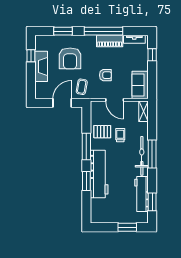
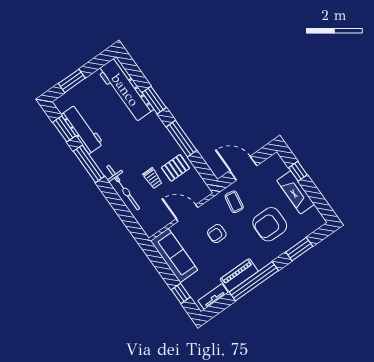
window: (31, 56) -> (298, 171), moved
armchair: (70, 58) -> (270, 224), turned -90
sofa: (140, 85) -> (174, 256), width x1.36
door: (62, 103) -> (243, 168), swing flipped
shelving: (143, 111) -> (146, 223), removed
window: (152, 154) -> (89, 164), moved
bicycle: (142, 156) -> (123, 188), moved
workbench: (99, 174) -> (125, 90), moved

